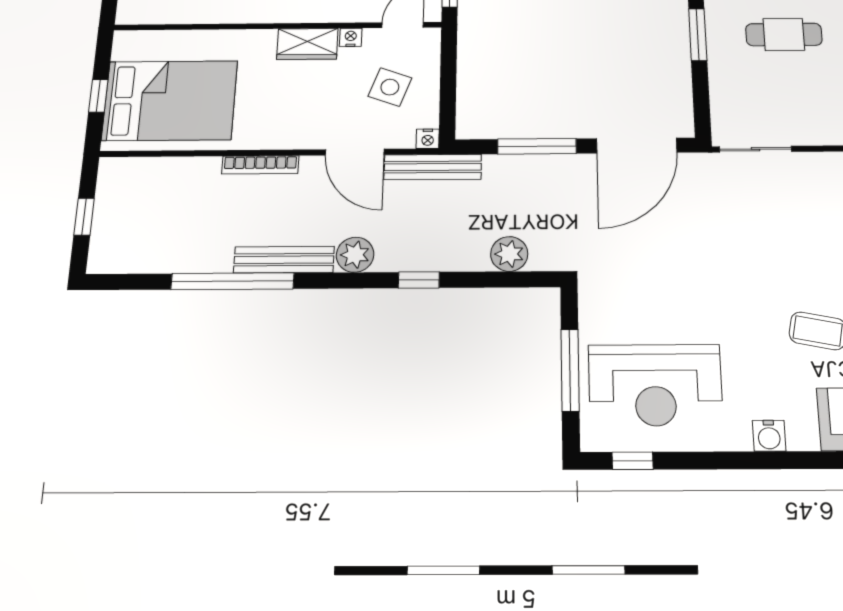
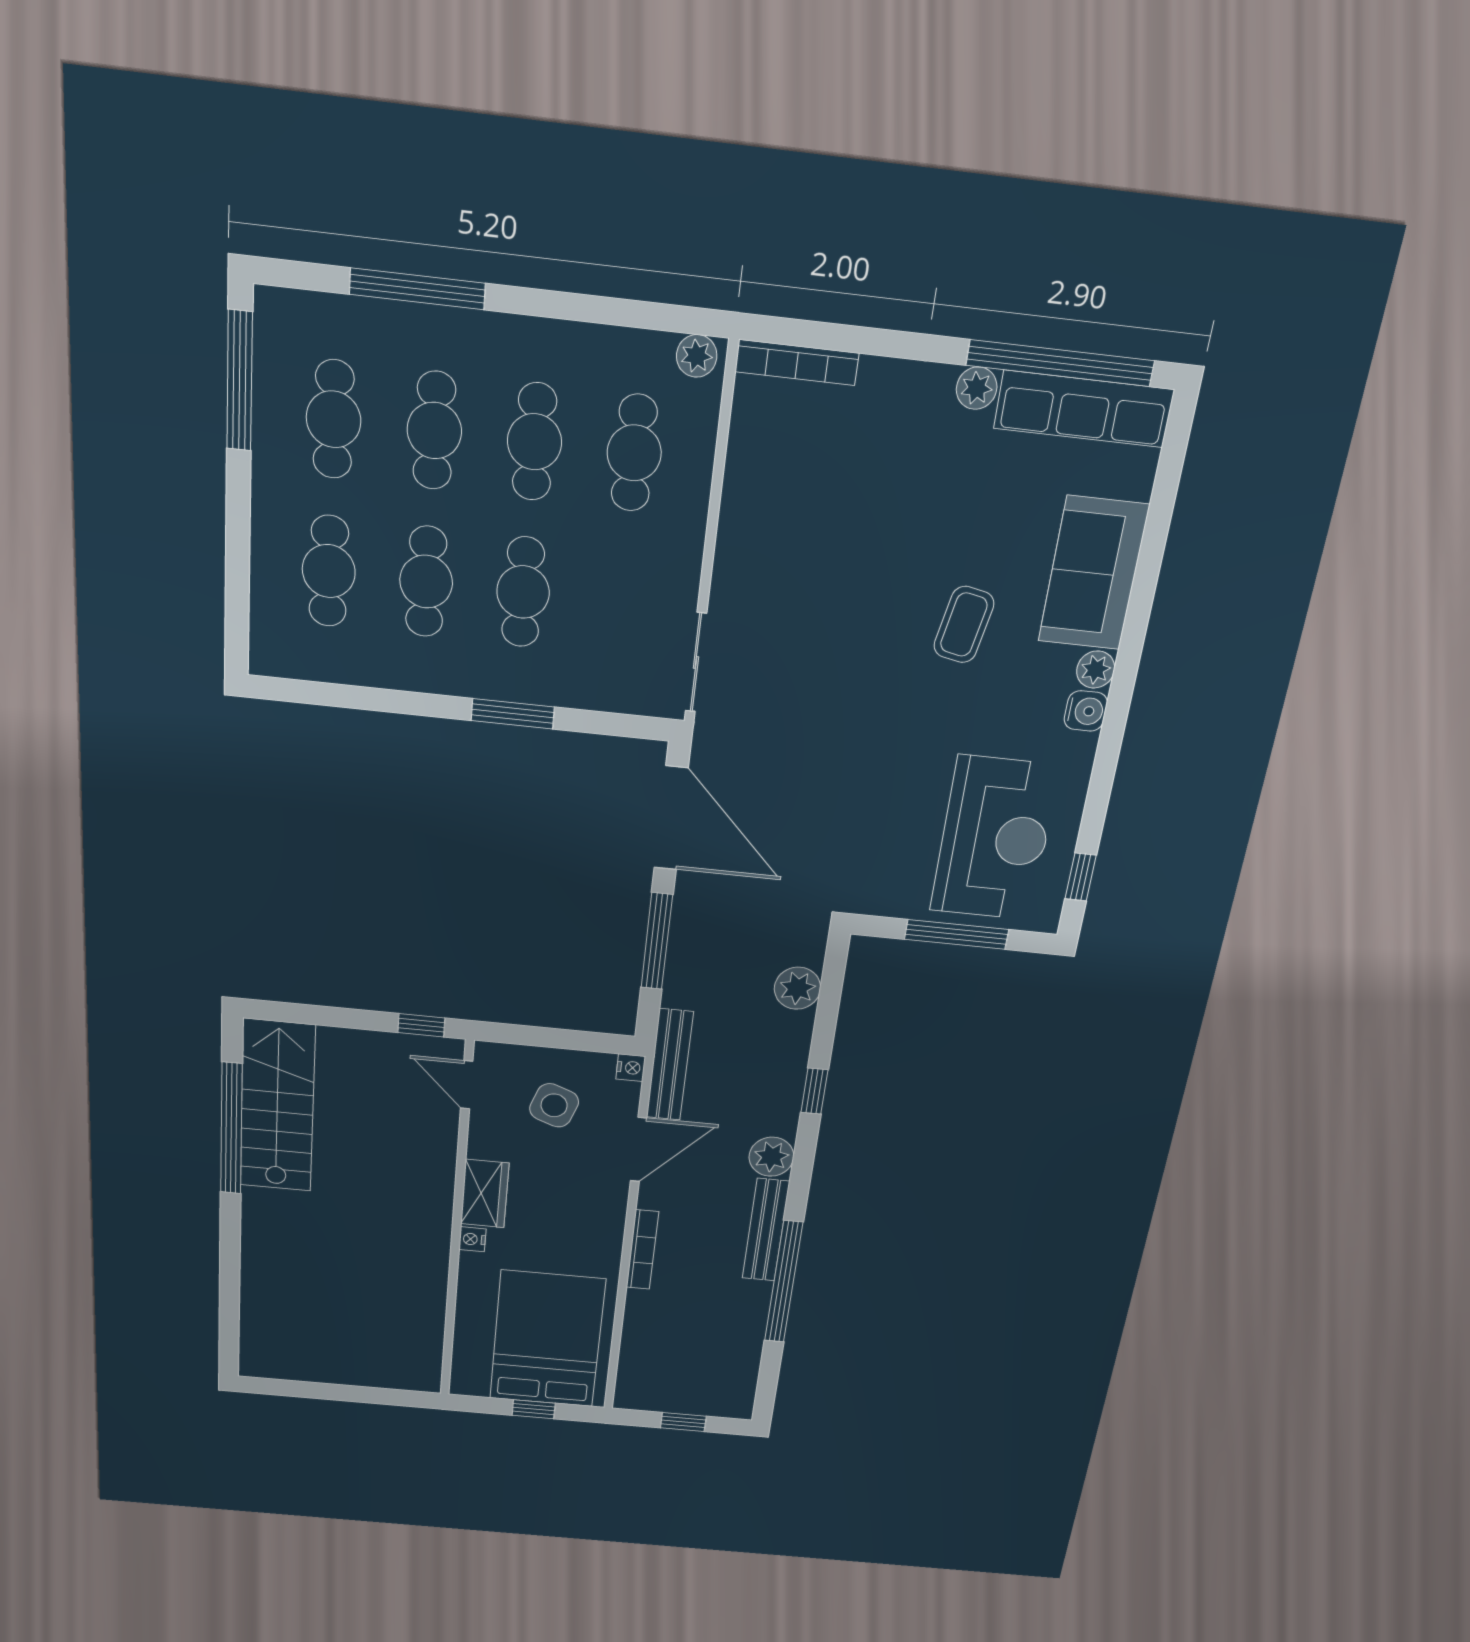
nightstand: (351, 37) -> (472, 1239), moved
plant: (803, 437) -> (1096, 670), added

